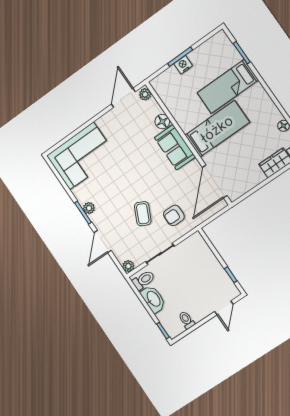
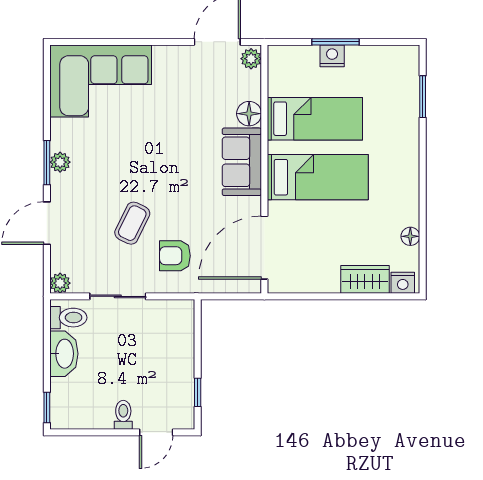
bed: (228, 86) -> (315, 119), moved, turned 180
toilet: (187, 320) -> (123, 415), moved

